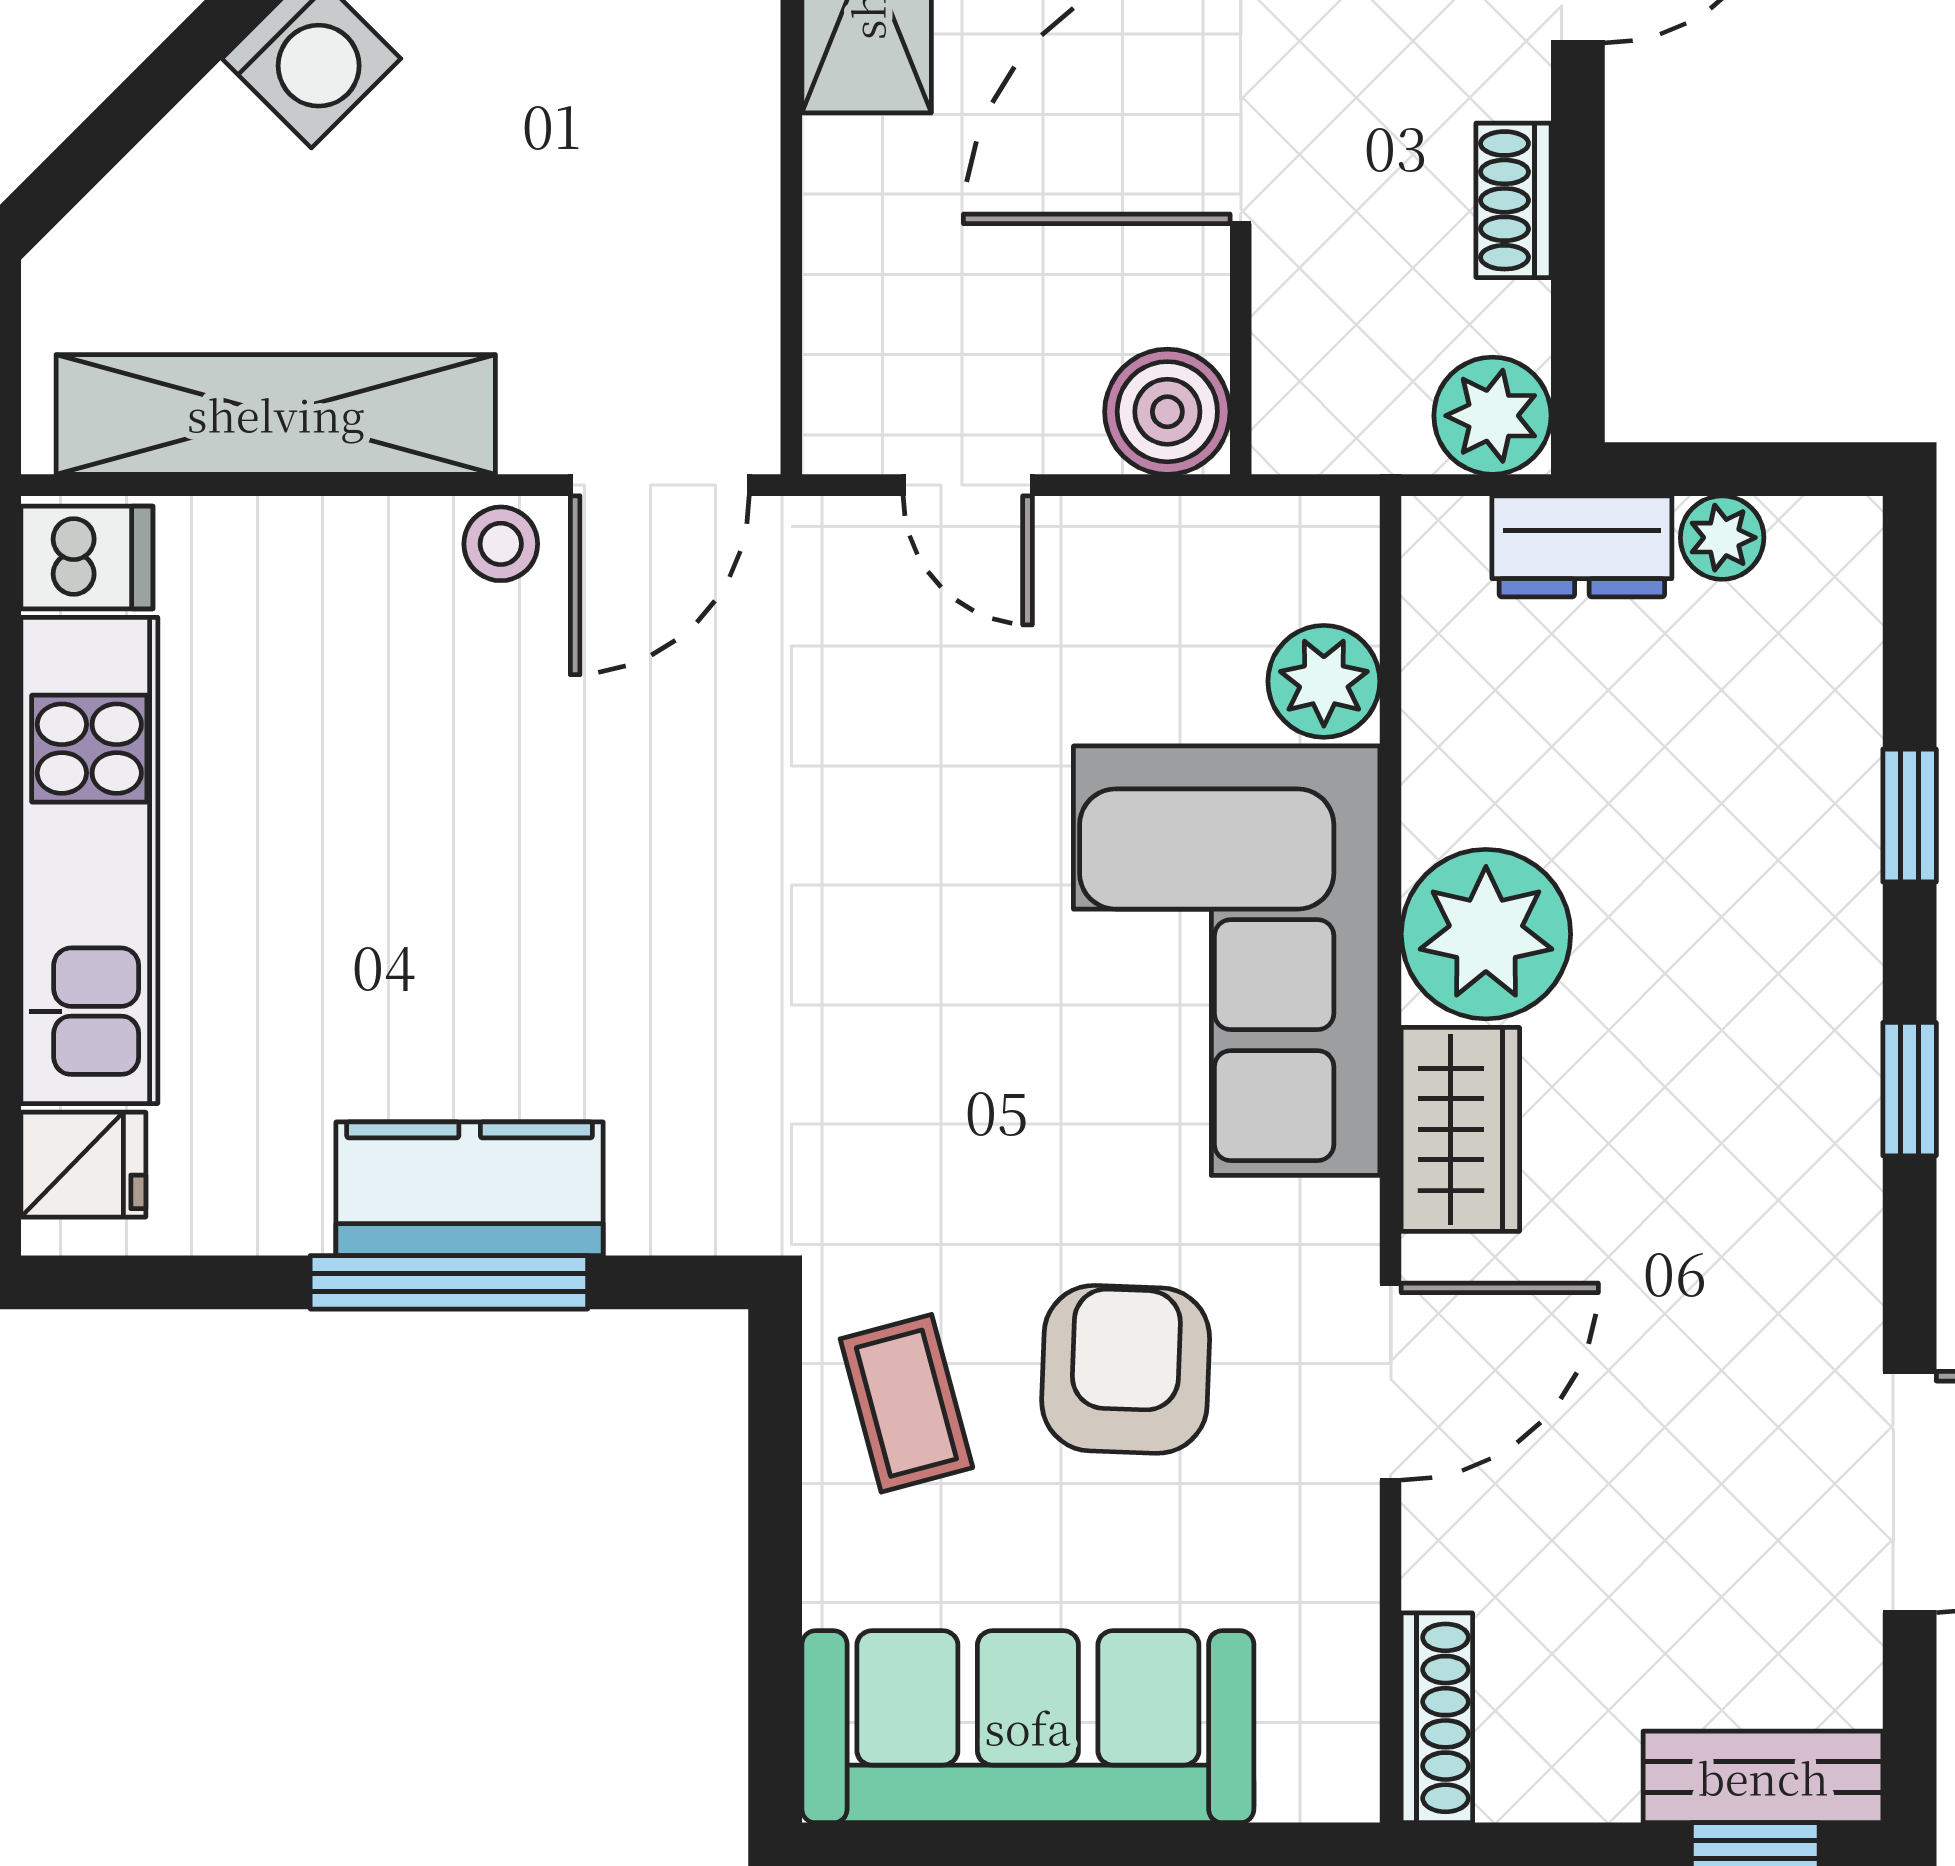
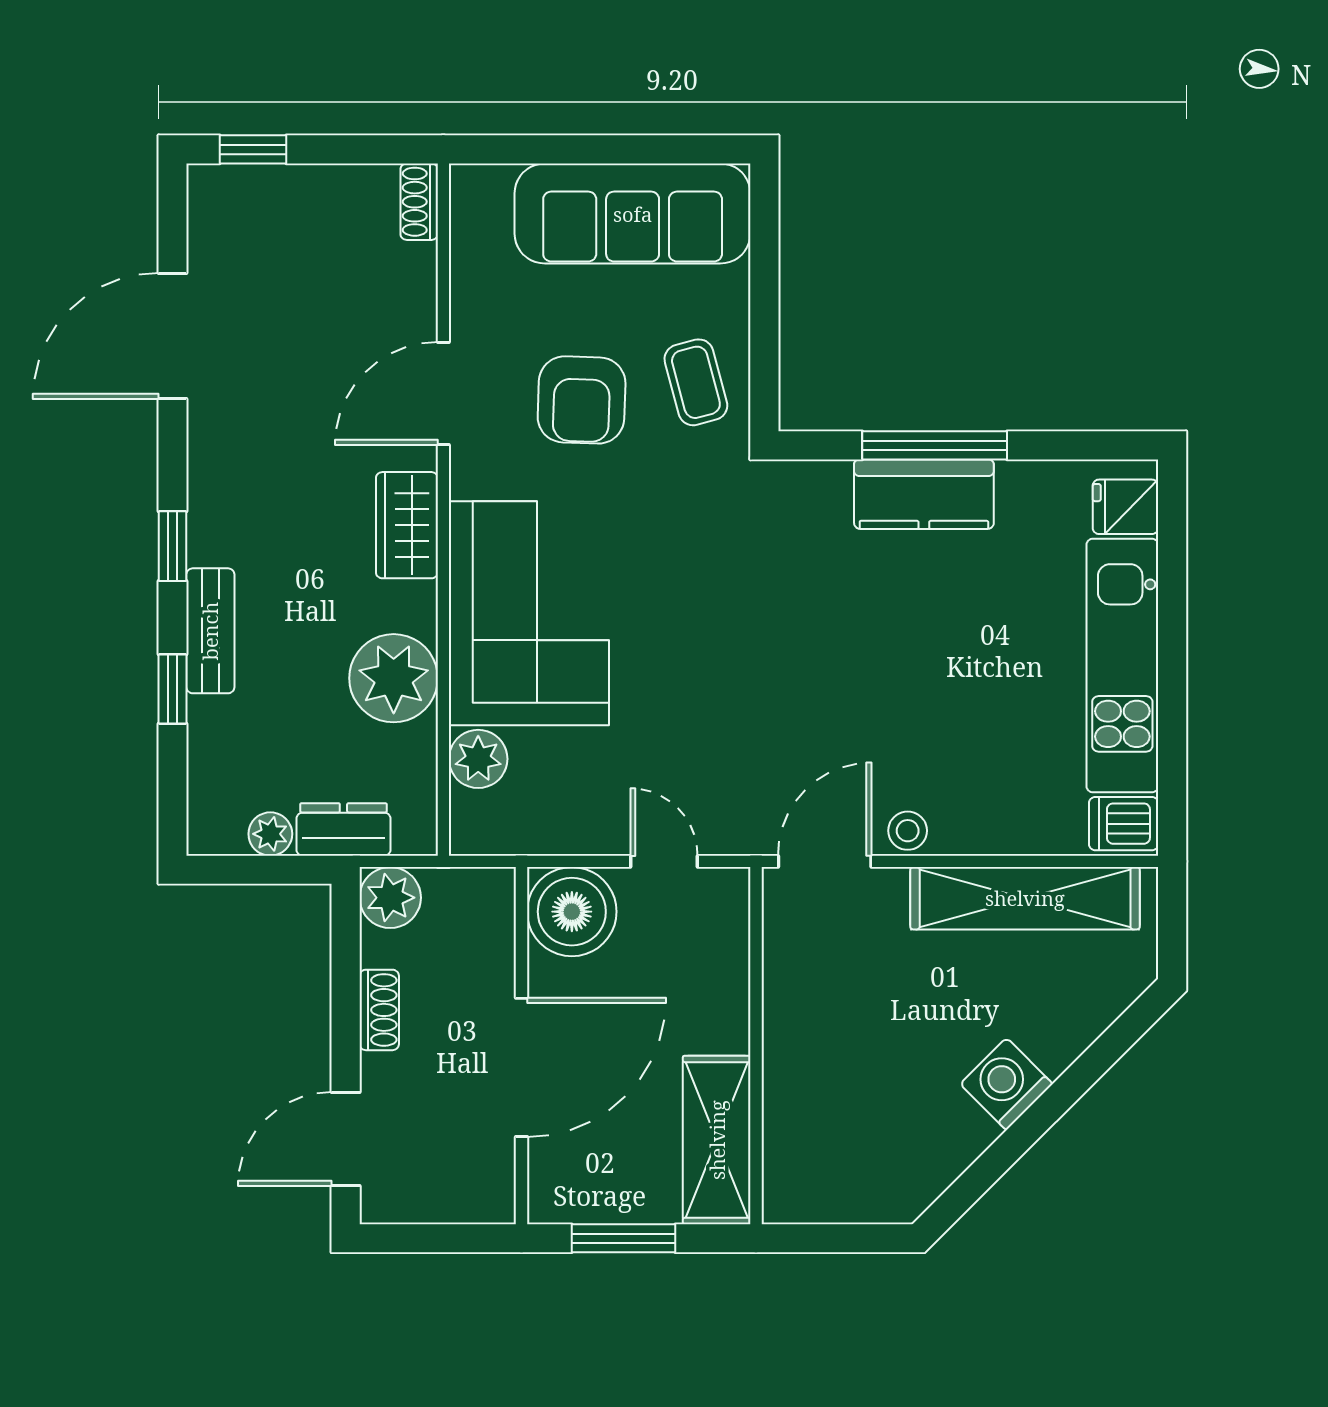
boiler: (1167, 412) -> (572, 912), width x1.37, depth x1.37
plant: (1486, 934) -> (394, 678), moved
shoe rack: (1437, 1718) -> (419, 202), width x0.70
bench: (1763, 1777) -> (210, 631), moved, turned 90

